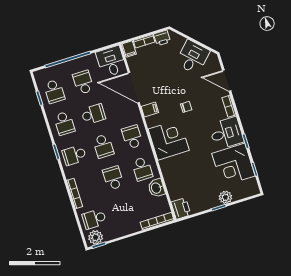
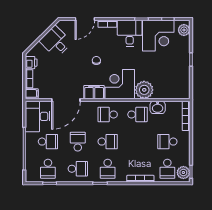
desk: (111, 61) -> (38, 116), width x1.37
school desk: (83, 82) -> (48, 142), turned 180
school desk: (54, 91) -> (48, 169), turned 90
filing cabinet: (150, 110) -> (94, 92), width x2.00
plant: (171, 168) -> (144, 90), added
school desk: (113, 178) -> (167, 142), moved
plant: (225, 197) -> (184, 30), moved
printer: (181, 208) -> (182, 92), removed

